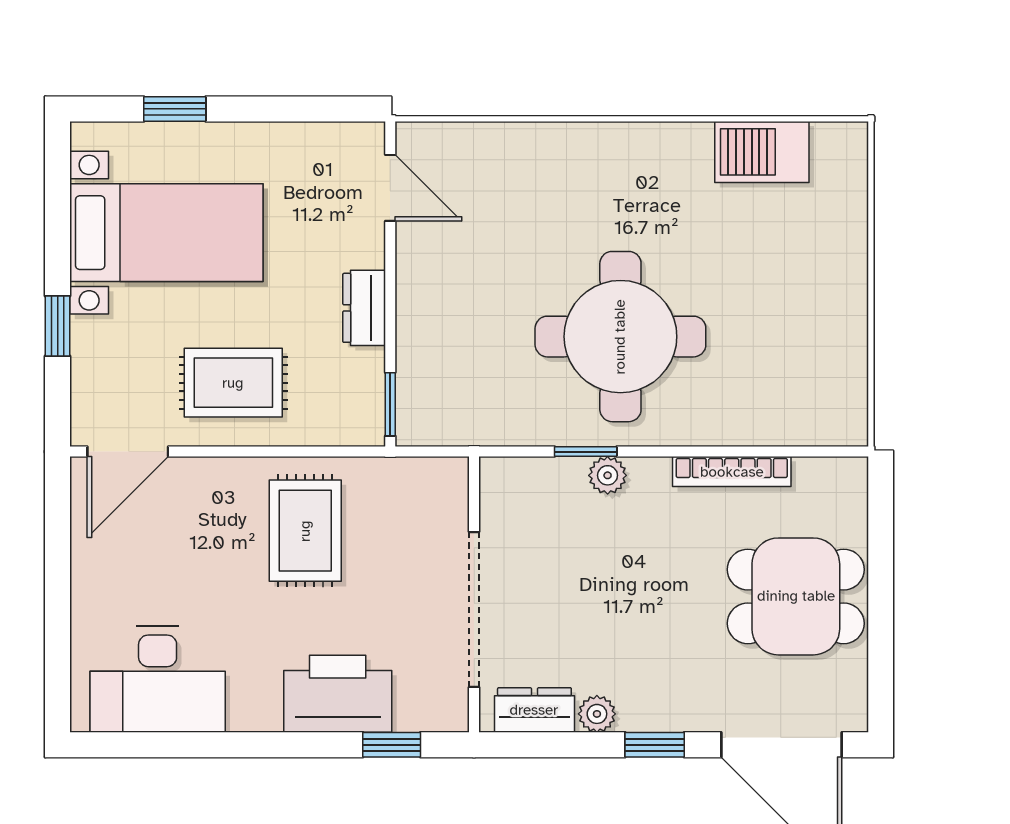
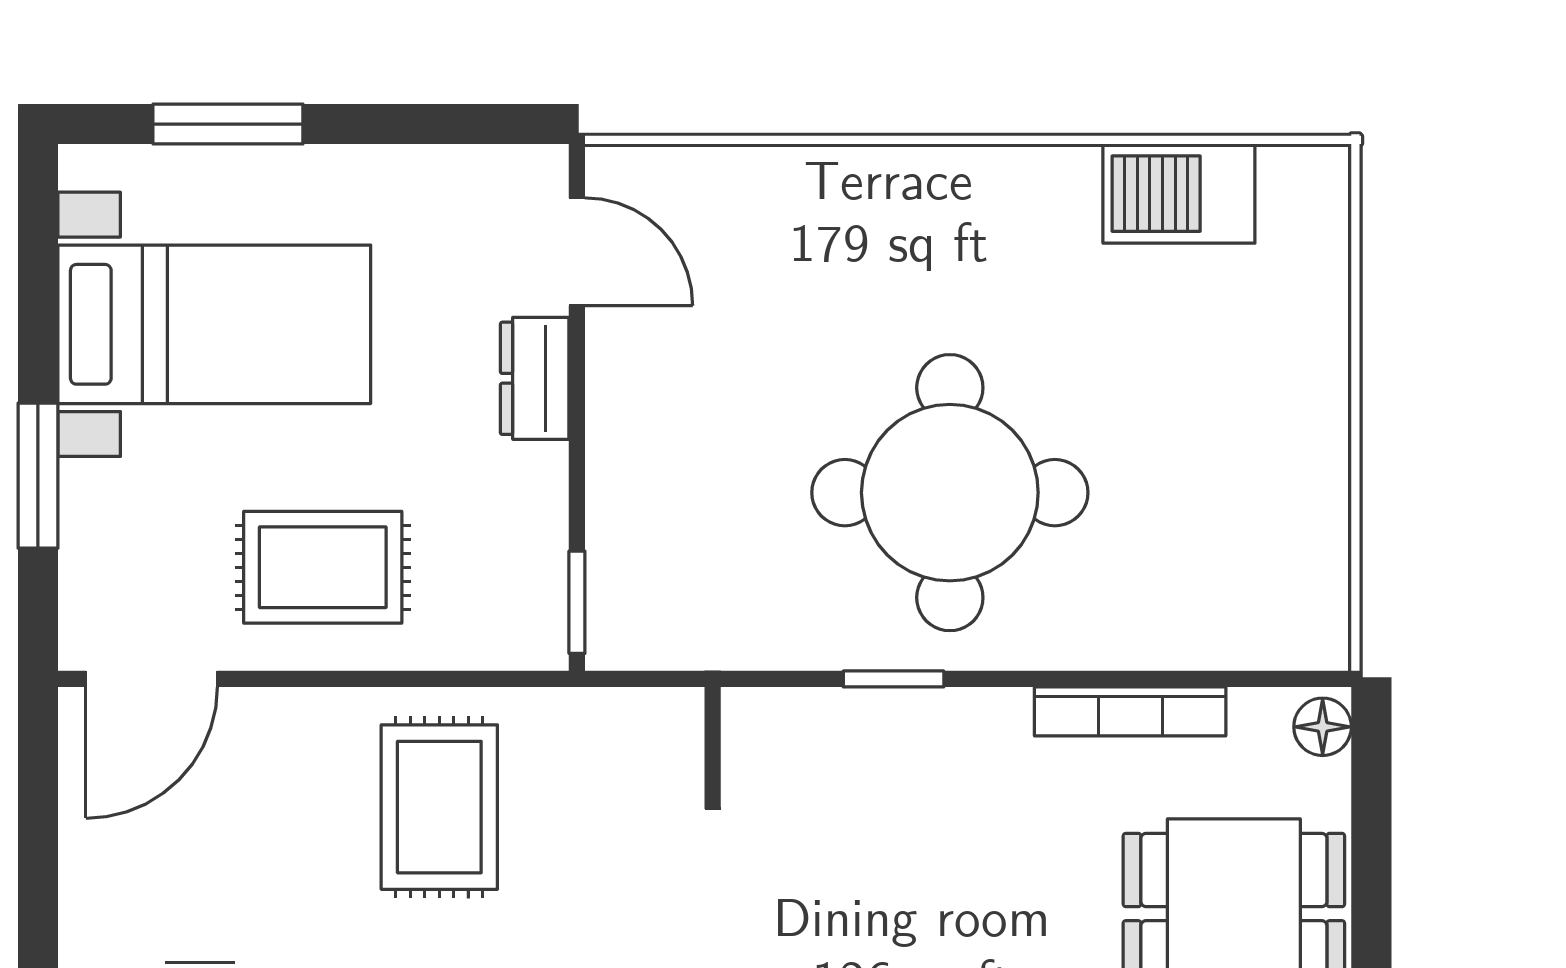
window: (175, 109) -> (228, 124), width x1.50
dresser: (364, 308) -> (535, 378), moved
window: (58, 326) -> (38, 476), width x1.50
plant: (608, 475) -> (929, 717), removed
floor lamp: (851, 481) -> (1323, 727), added

